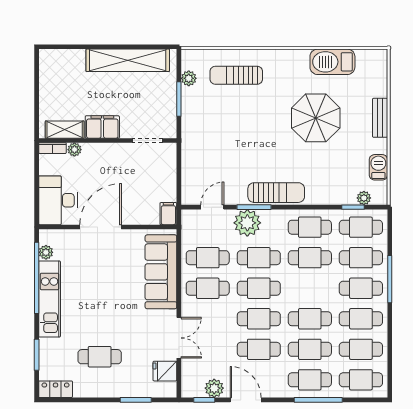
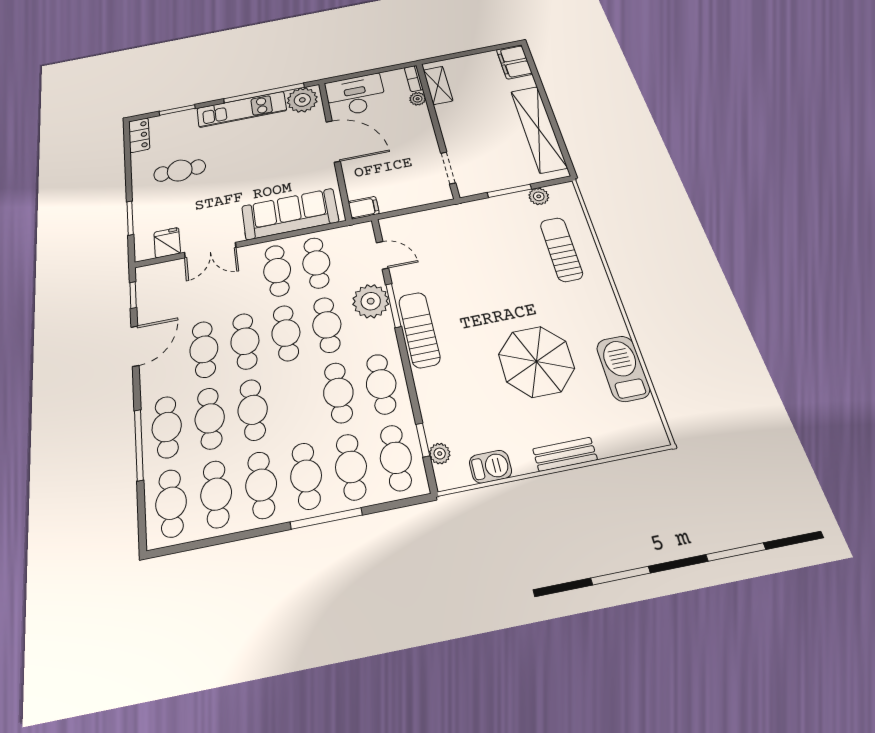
filing cabinet: (102, 127) -> (514, 62), moved, turned 180
sun lounger: (276, 193) -> (419, 330), turned 180
plant: (46, 252) -> (302, 100), width x1.88, depth x1.88
cafe table: (100, 357) -> (180, 170), turned 90
plant: (214, 388) -> (149, 304), removed

